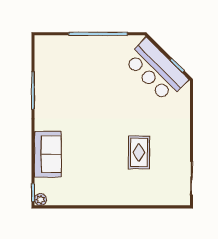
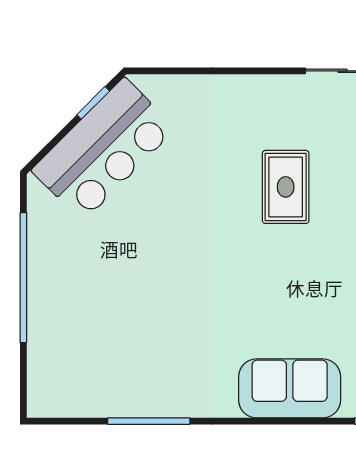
rug: (139, 152) -> (286, 187), turned 90

